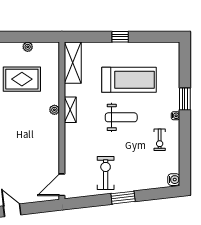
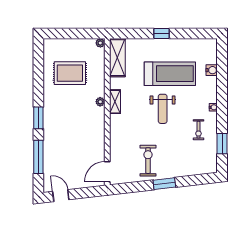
plant: (28, 47) -> (100, 43), moved
window: (185, 99) -> (222, 144), moved
weight bench: (121, 117) -> (163, 109), turned 90
water cooler: (174, 180) -> (212, 70), moved

